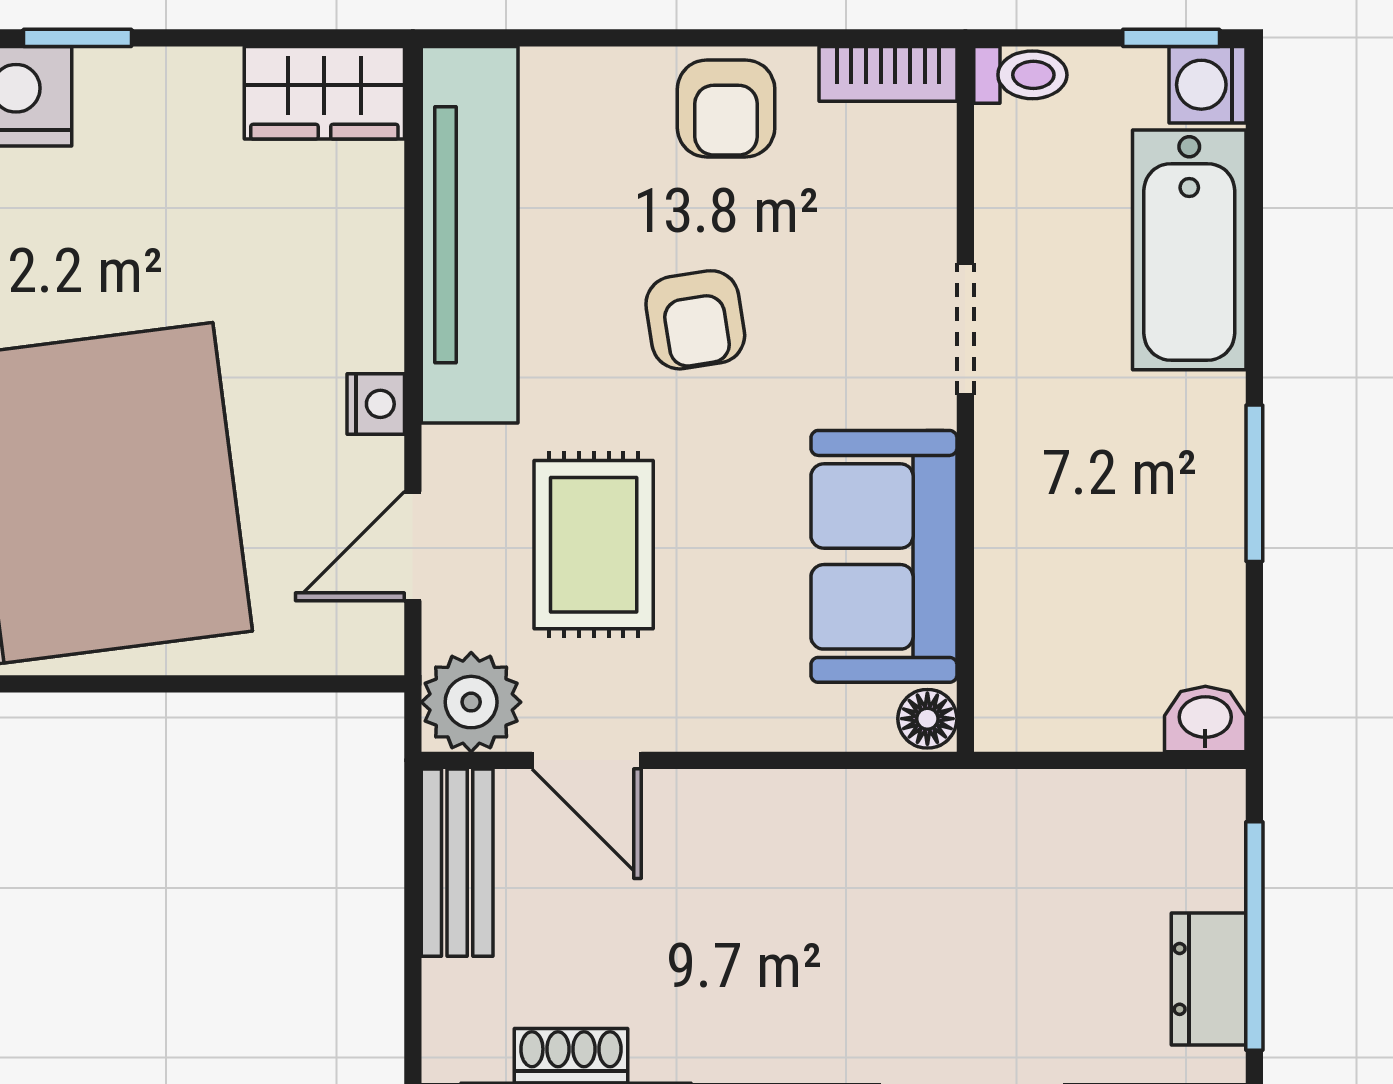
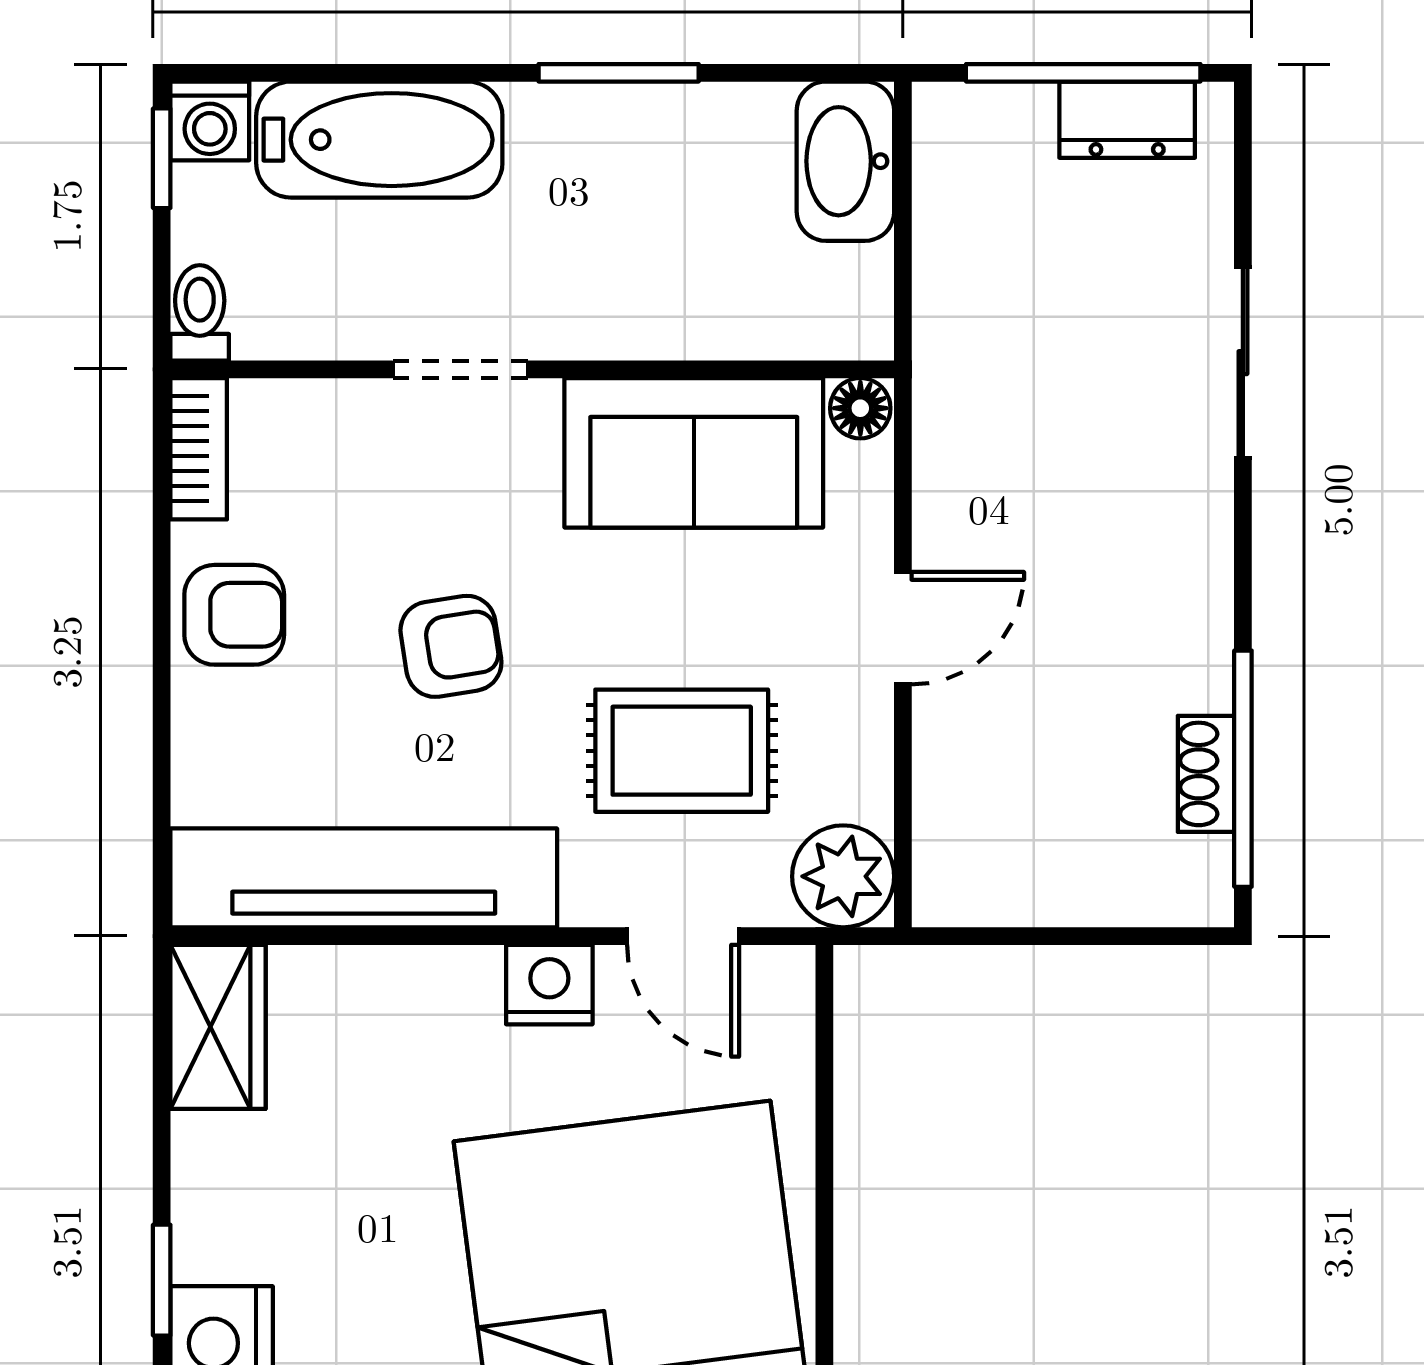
nightstand: (376, 404) -> (549, 985), width x1.39, depth x1.35
washbasin: (1205, 719) -> (845, 161), width x1.91, depth x1.45
door: (587, 760) -> (903, 628), moved
bench: (457, 863) -> (1008, 891), removed

